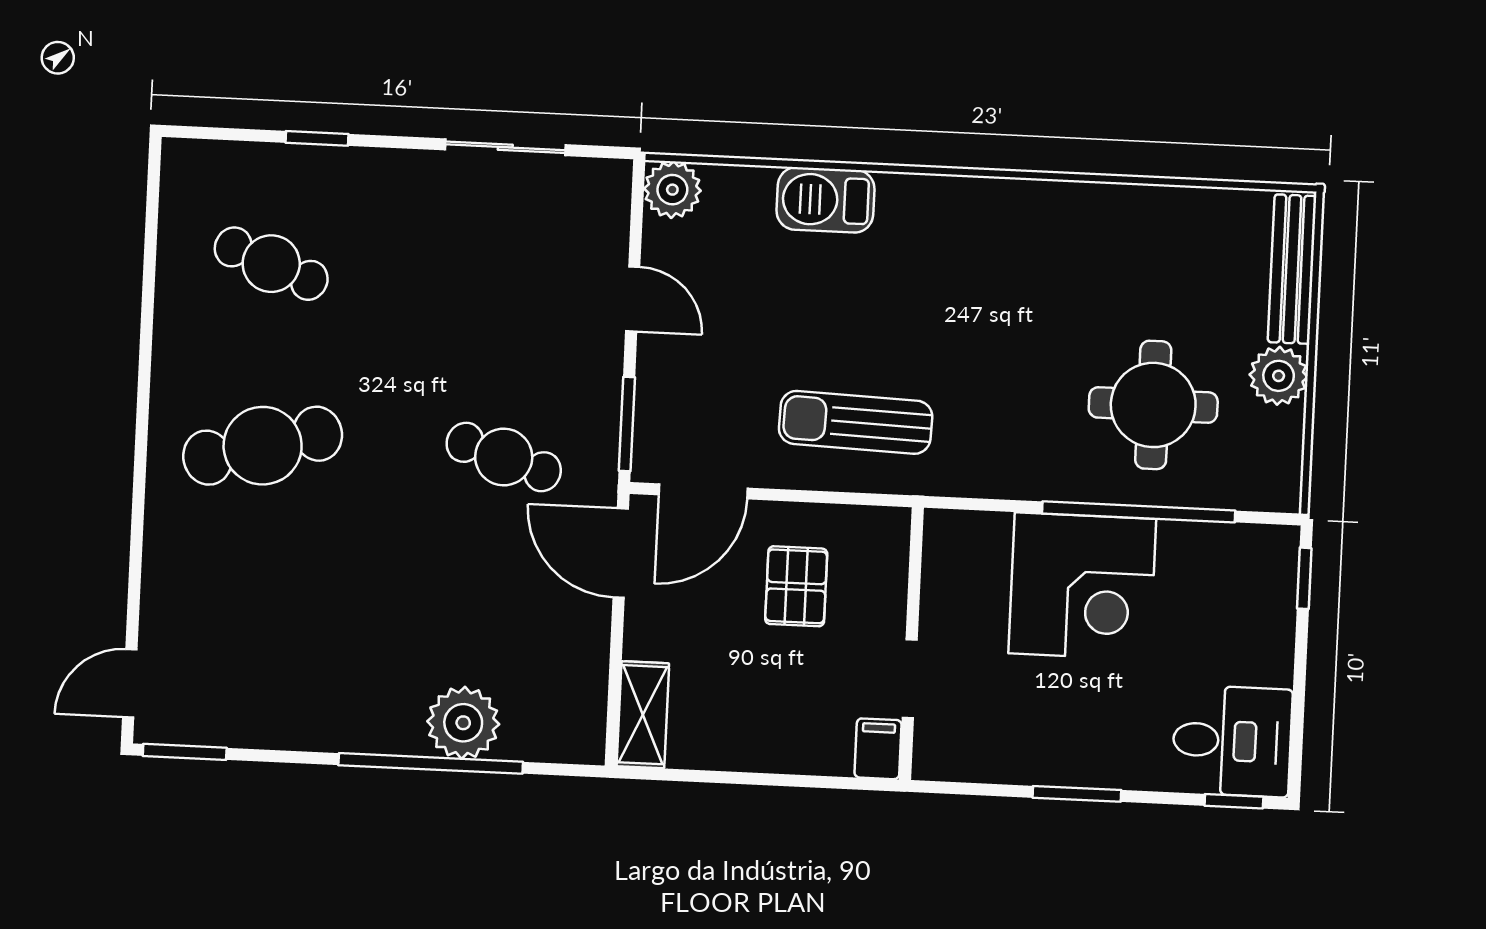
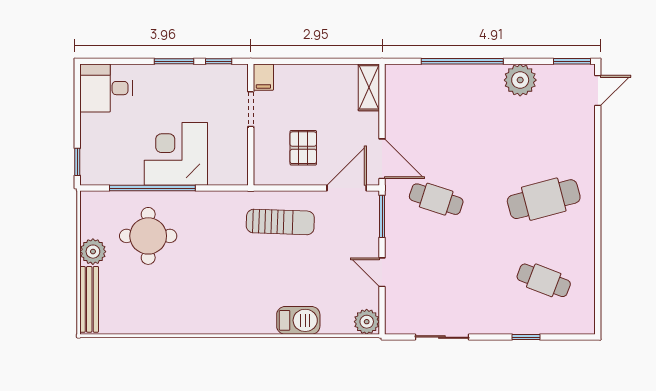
plant: (463, 723) -> (520, 80), moved
window: (1234, 801) -> (219, 61), moved

